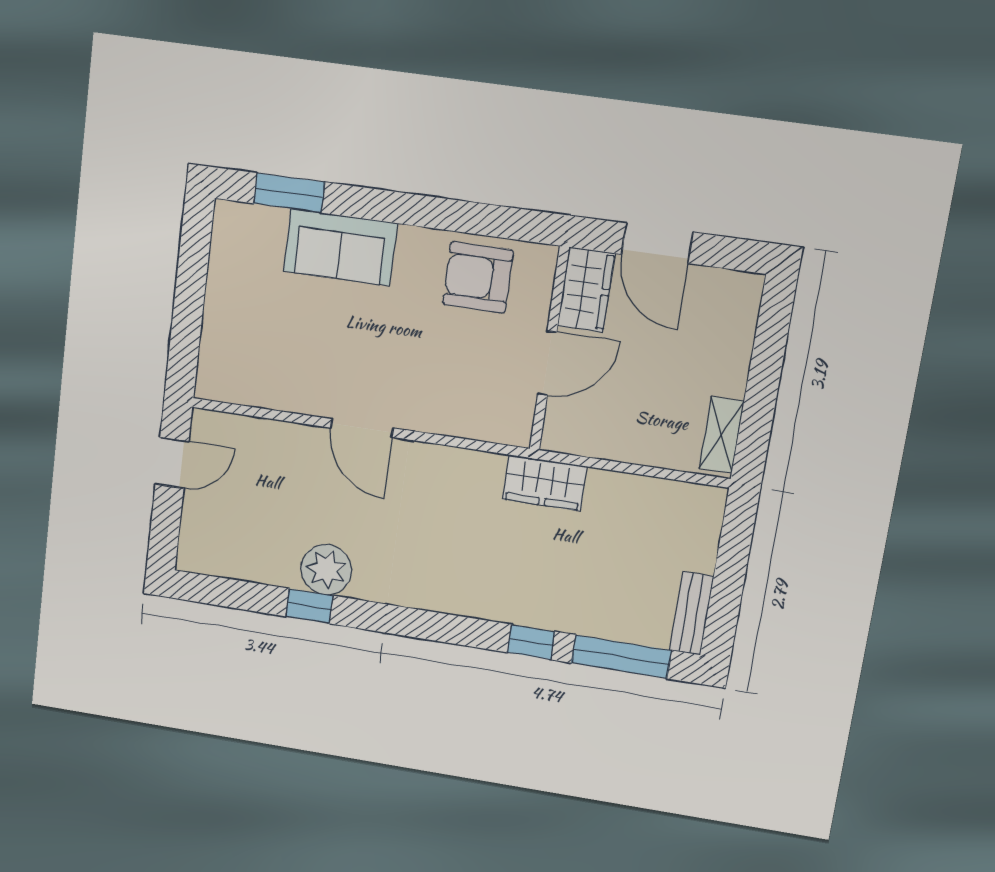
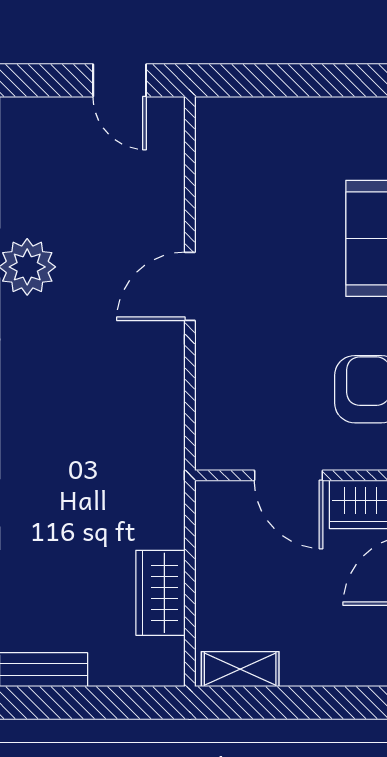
wardrobe: (545, 483) -> (160, 593), moved

